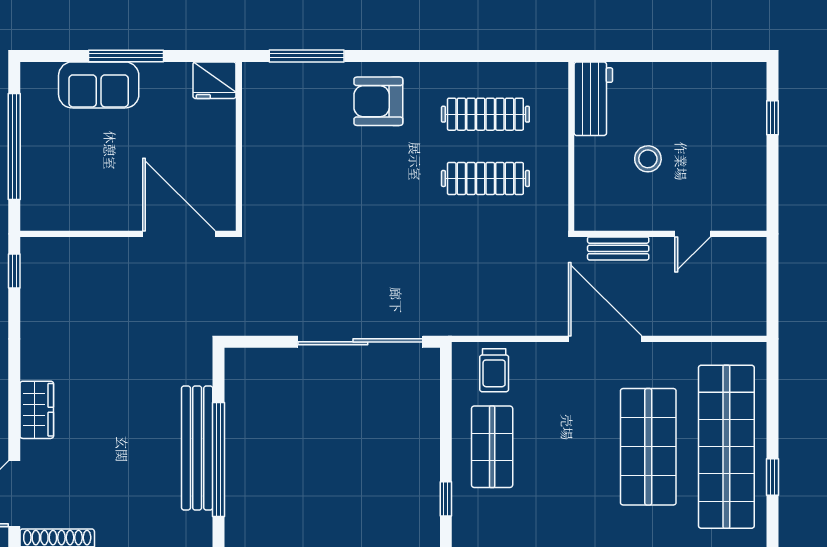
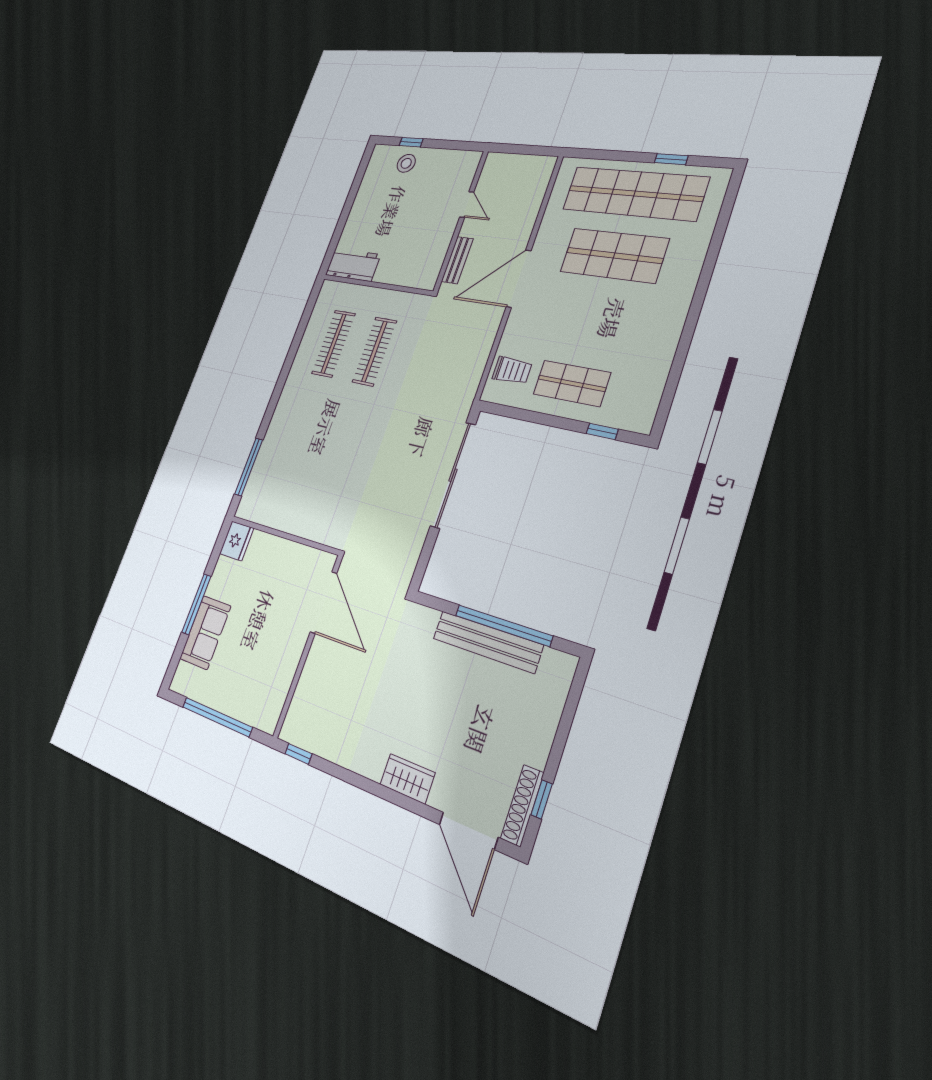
armchair: (378, 101) -> (296, 421), removed
stool: (648, 159) -> (406, 163), moved
door: (179, 234) -> (324, 603), swing flipped

